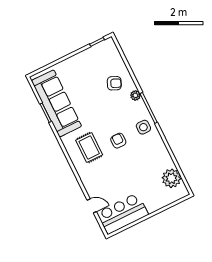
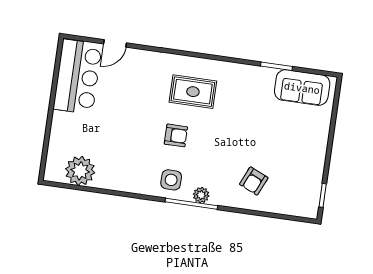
plant: (135, 95) -> (201, 195), moved
sofa: (56, 103) -> (302, 88), width x0.54, depth x0.79

